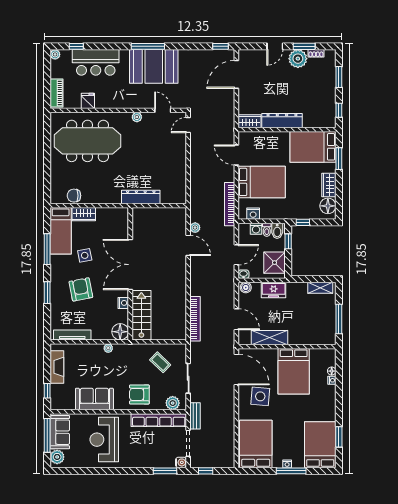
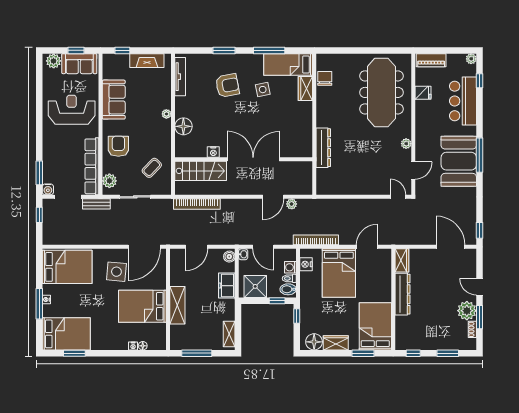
double door: (130, 265) -> (253, 159), moved
wall: (130, 274) -> (244, 159), moved
nightstand: (123, 303) -> (213, 152), moved
stairs: (141, 315) -> (201, 171), moved
shelving: (270, 338) -> (177, 305), moved
window: (47, 435) -> (76, 50), width x0.46

